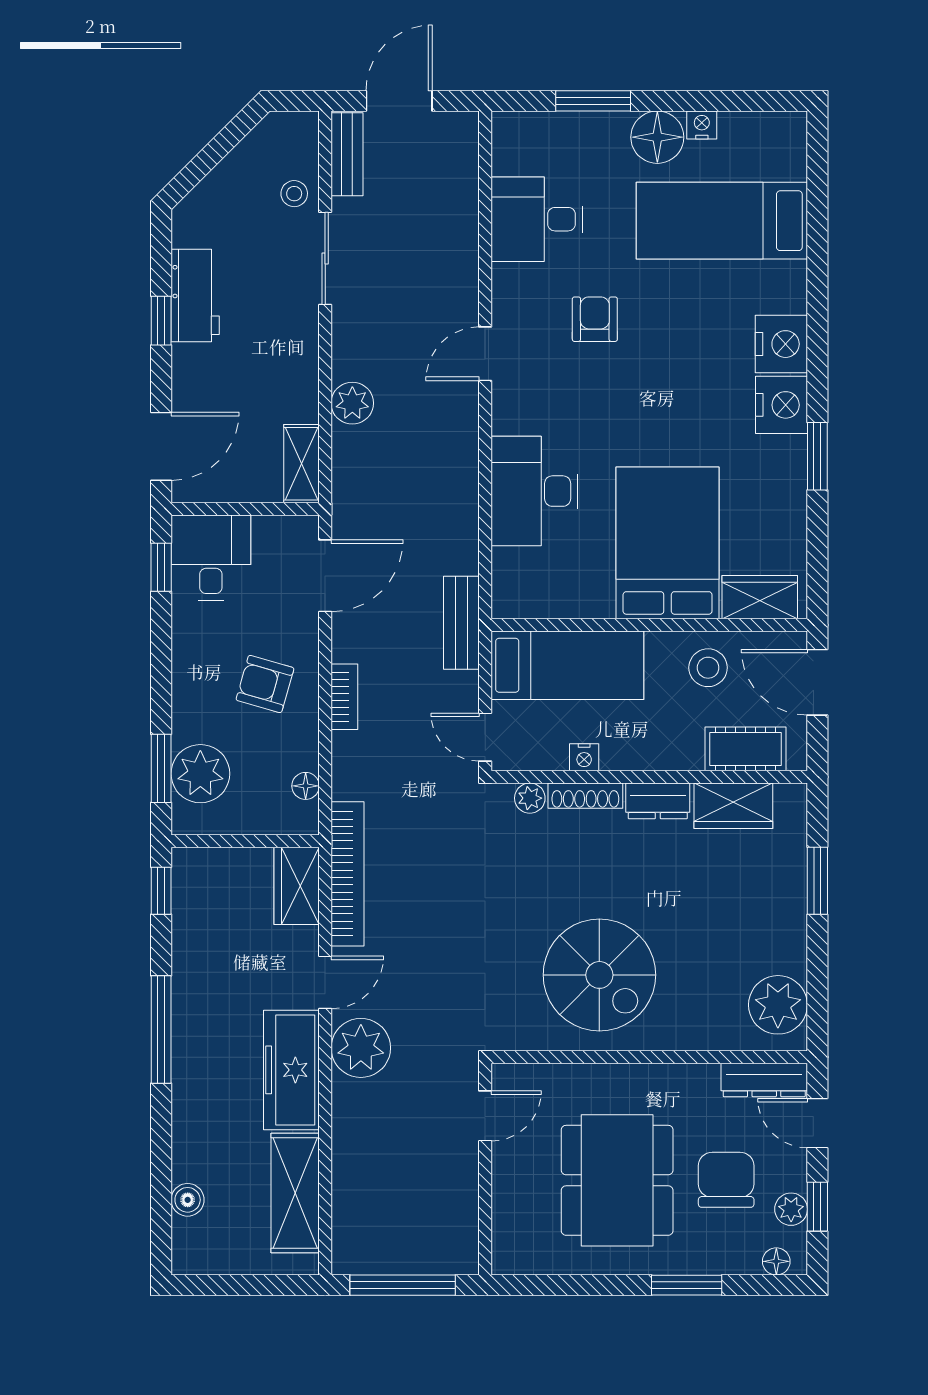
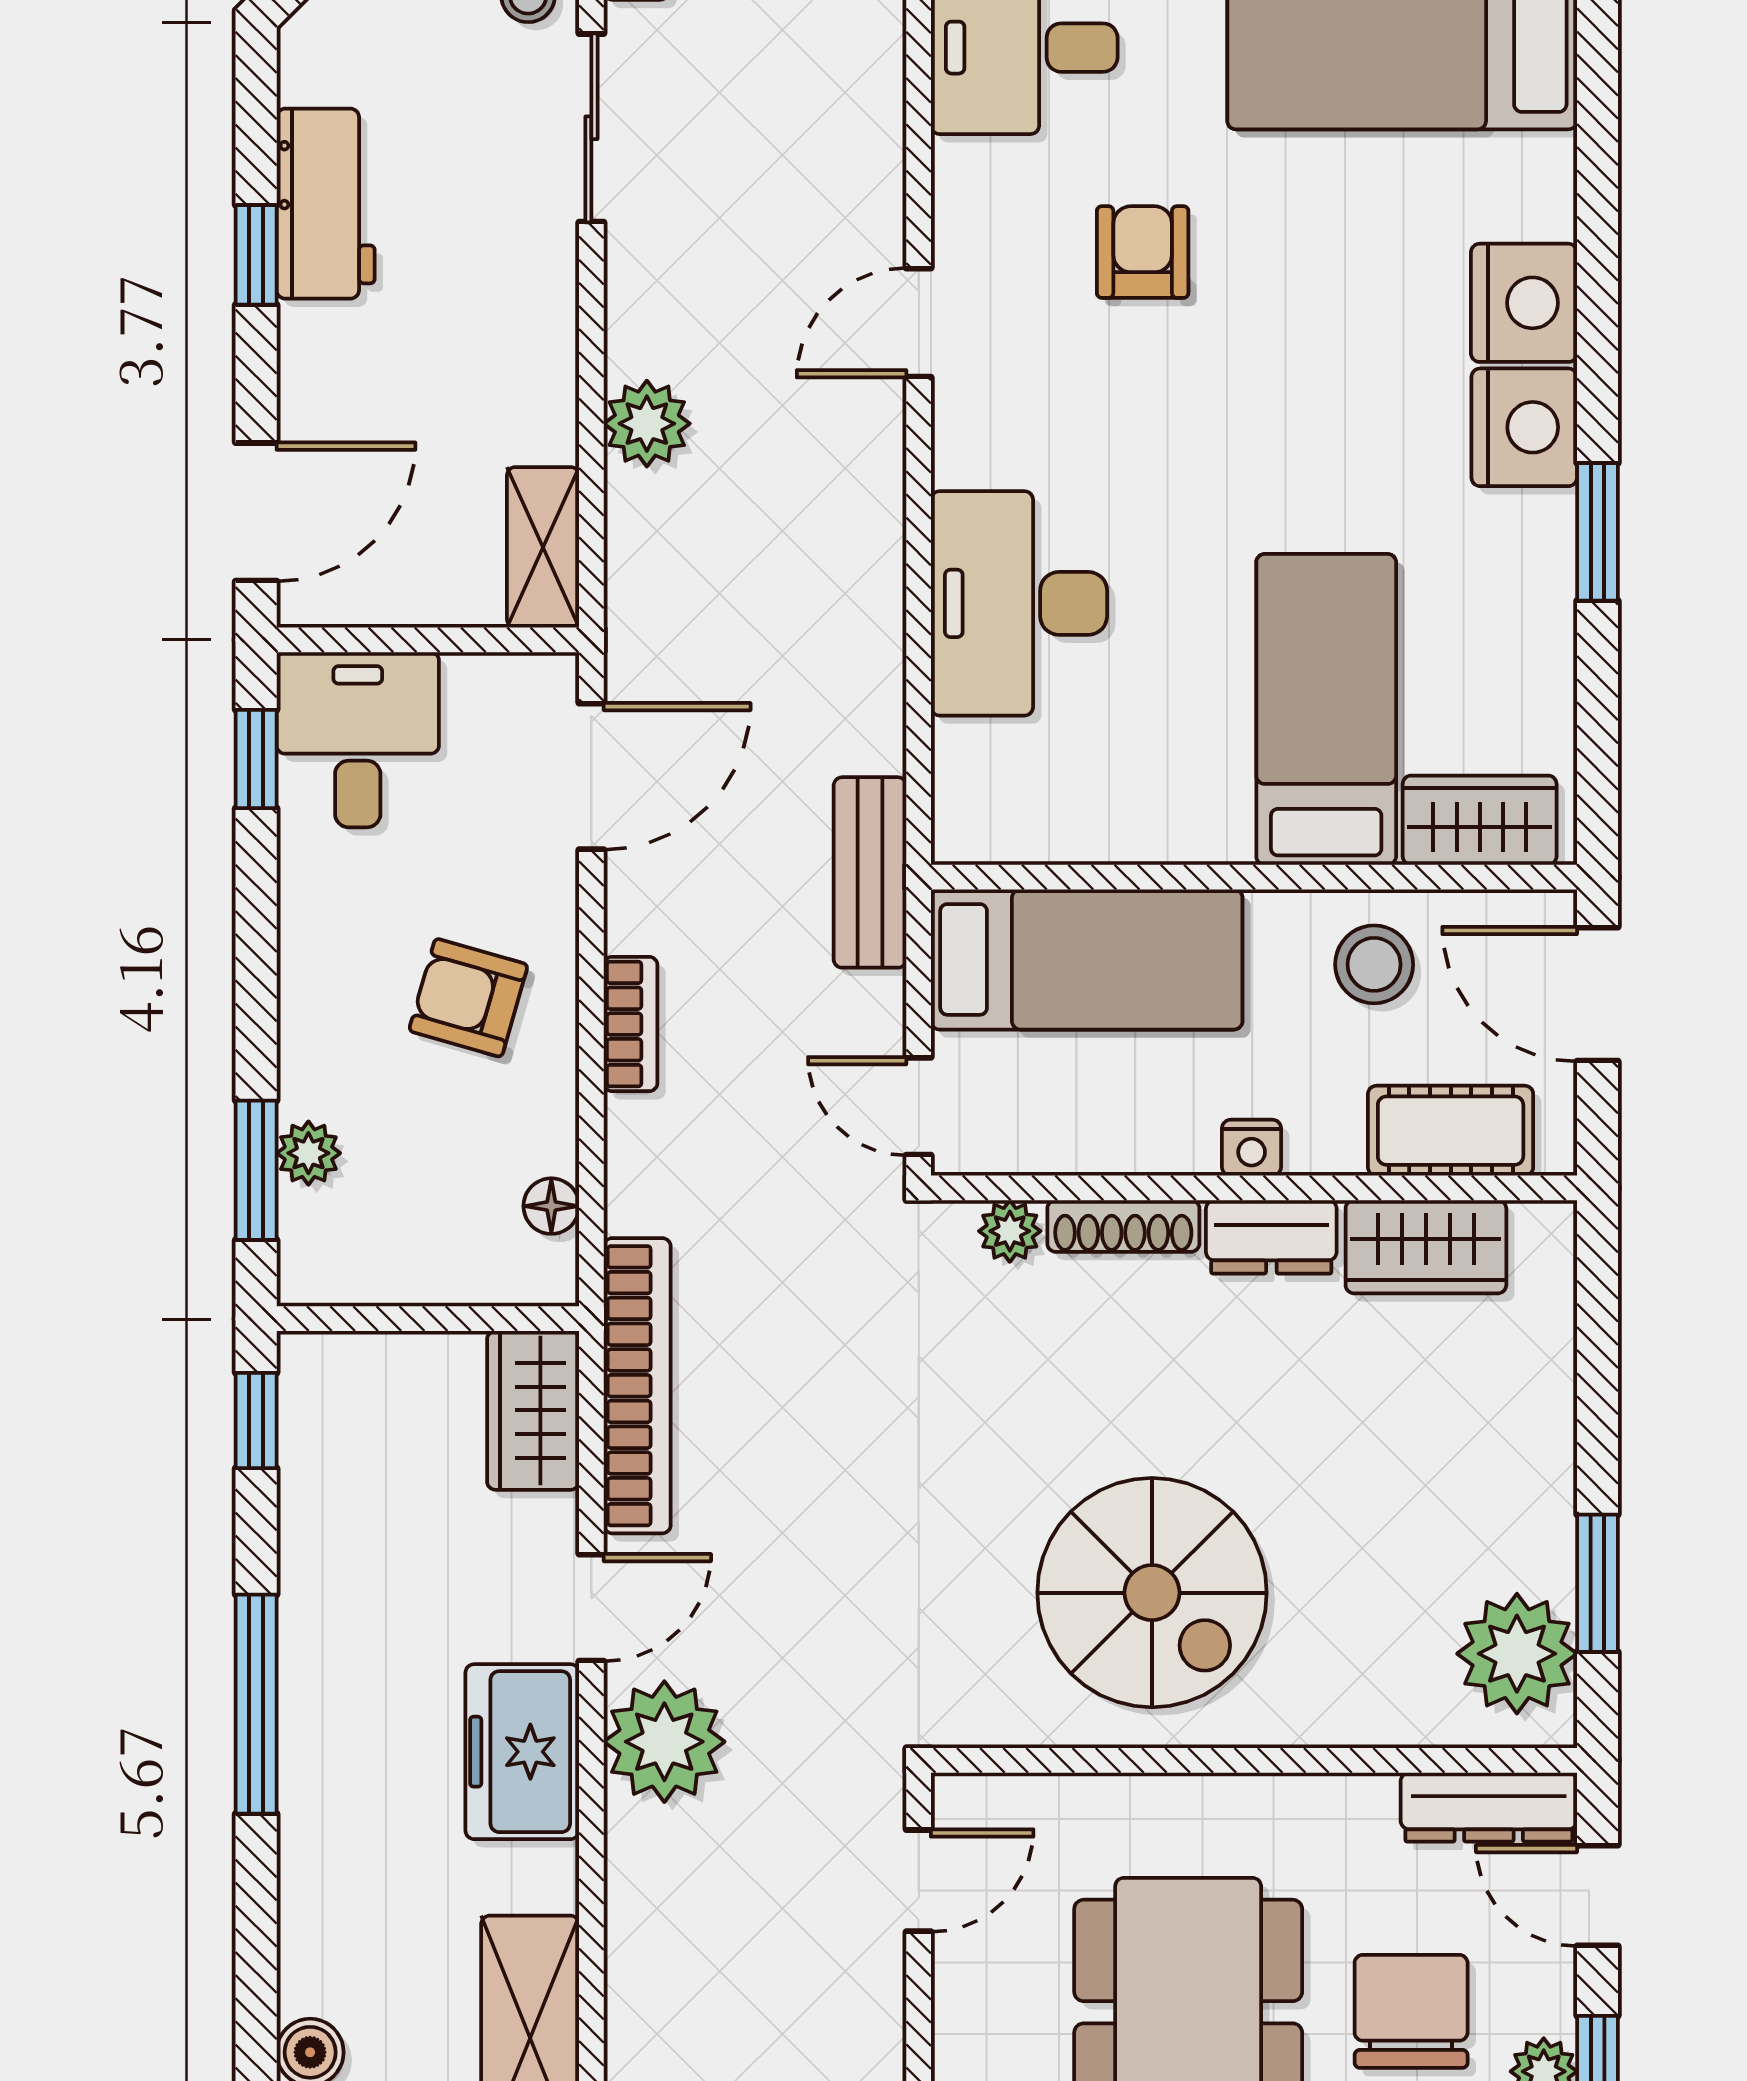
bed: (668, 543) -> (1326, 709), width x0.67
nightstand: (584, 757) -> (1252, 1148), moved
plant: (200, 774) -> (308, 1153), width x0.53, depth x0.53
window: (817, 881) -> (1597, 1583), moved
freezer: (291, 1070) -> (522, 1752), width x0.71

